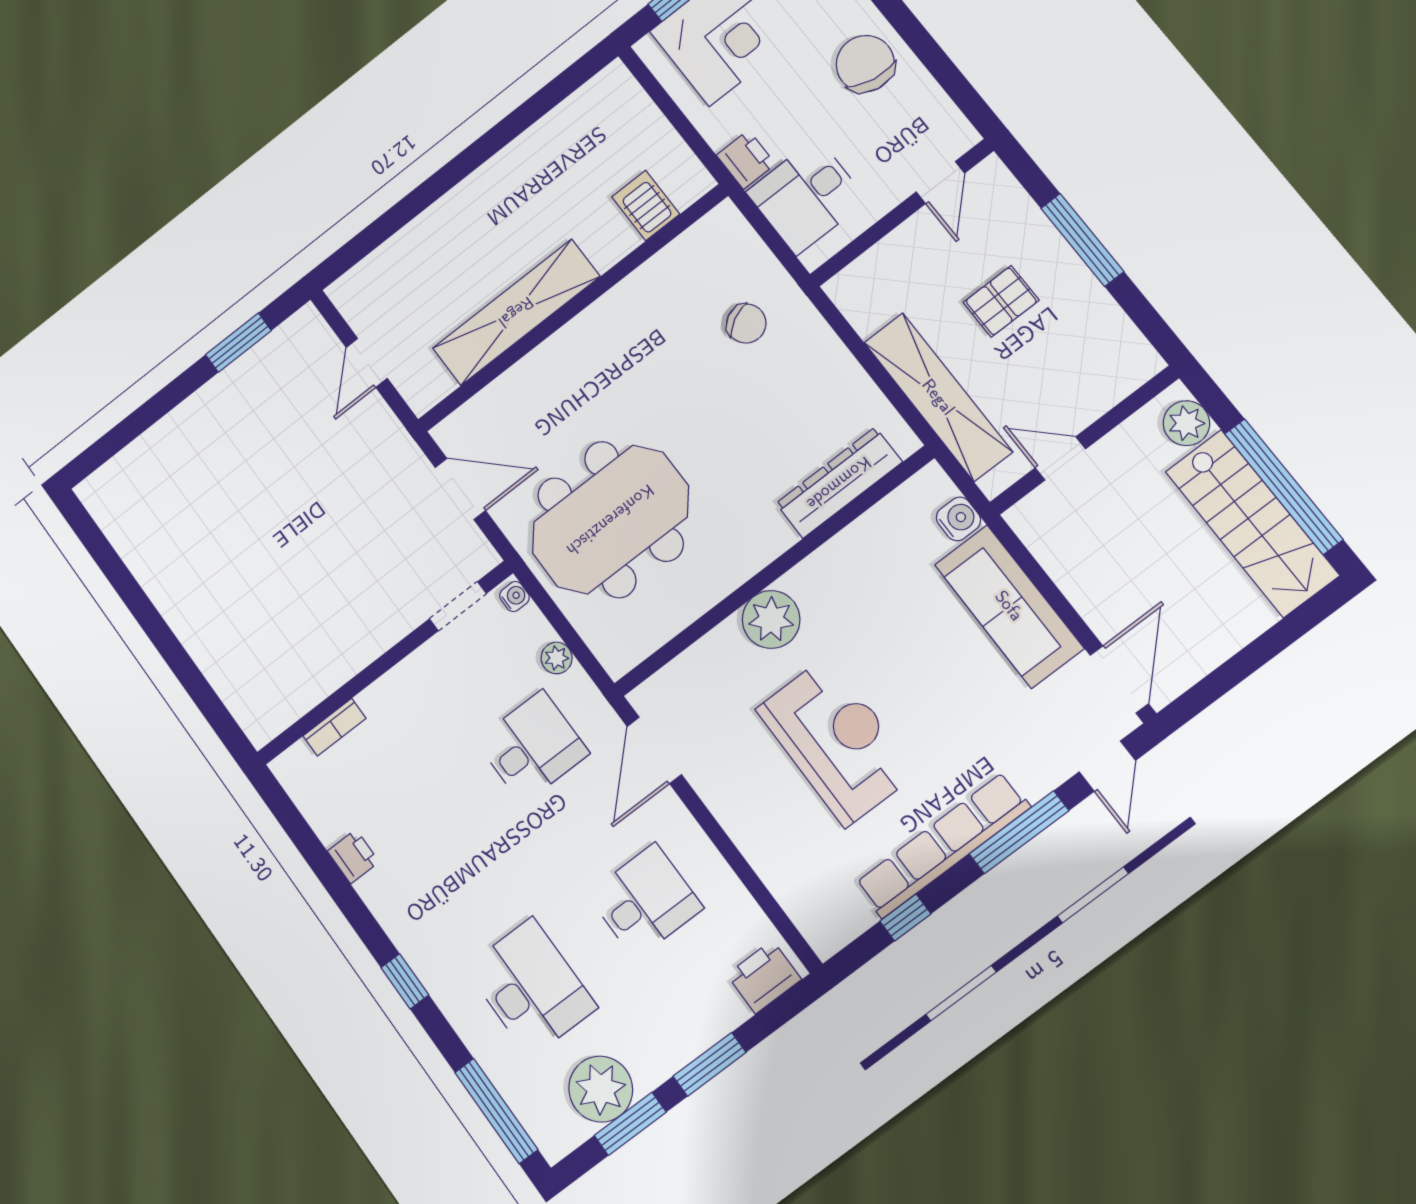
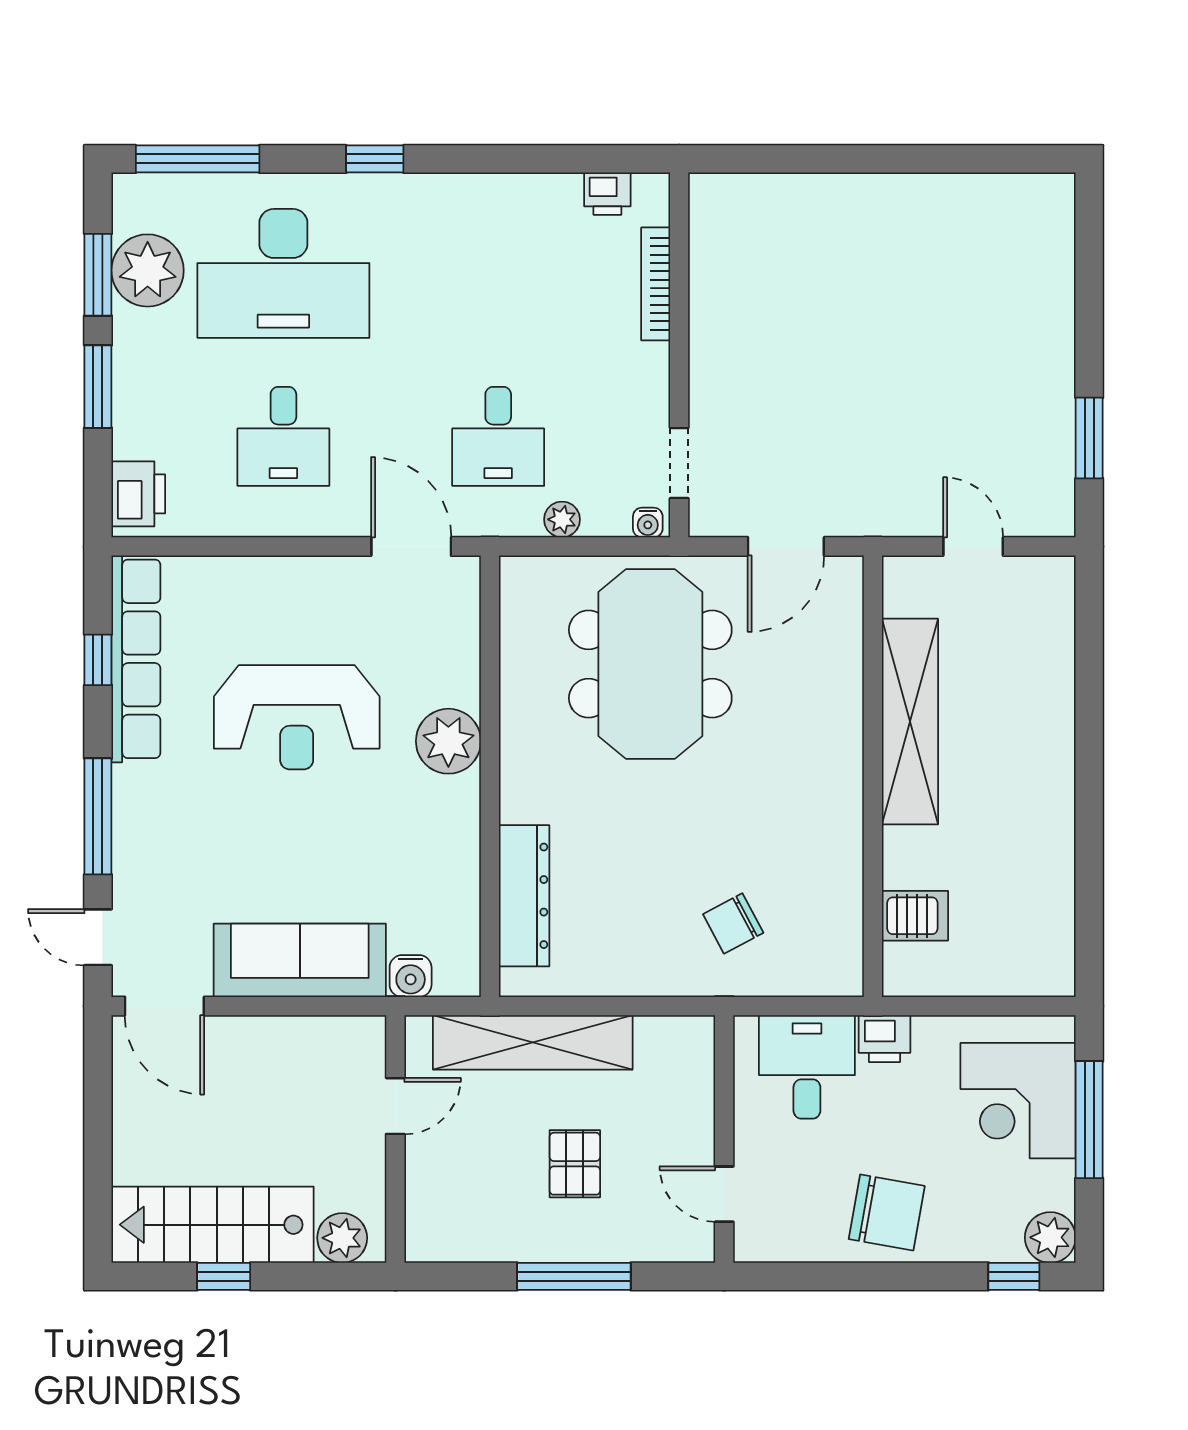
window: (1284, 486) -> (224, 1276), width x0.32
bookcase: (335, 727) -> (656, 284), width x1.56
row of seats: (943, 845) -> (136, 659), moved
printer: (353, 857) -> (607, 194), moved
desk: (531, 988) -> (283, 273), width x1.36, depth x1.30

